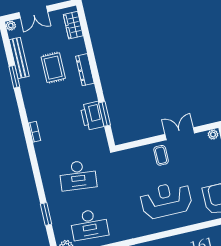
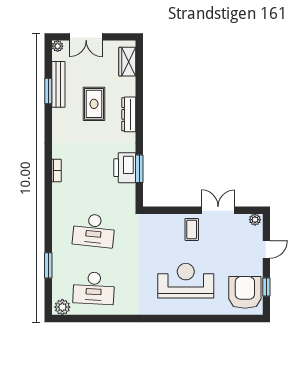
window: (14, 77) -> (48, 91), moved

